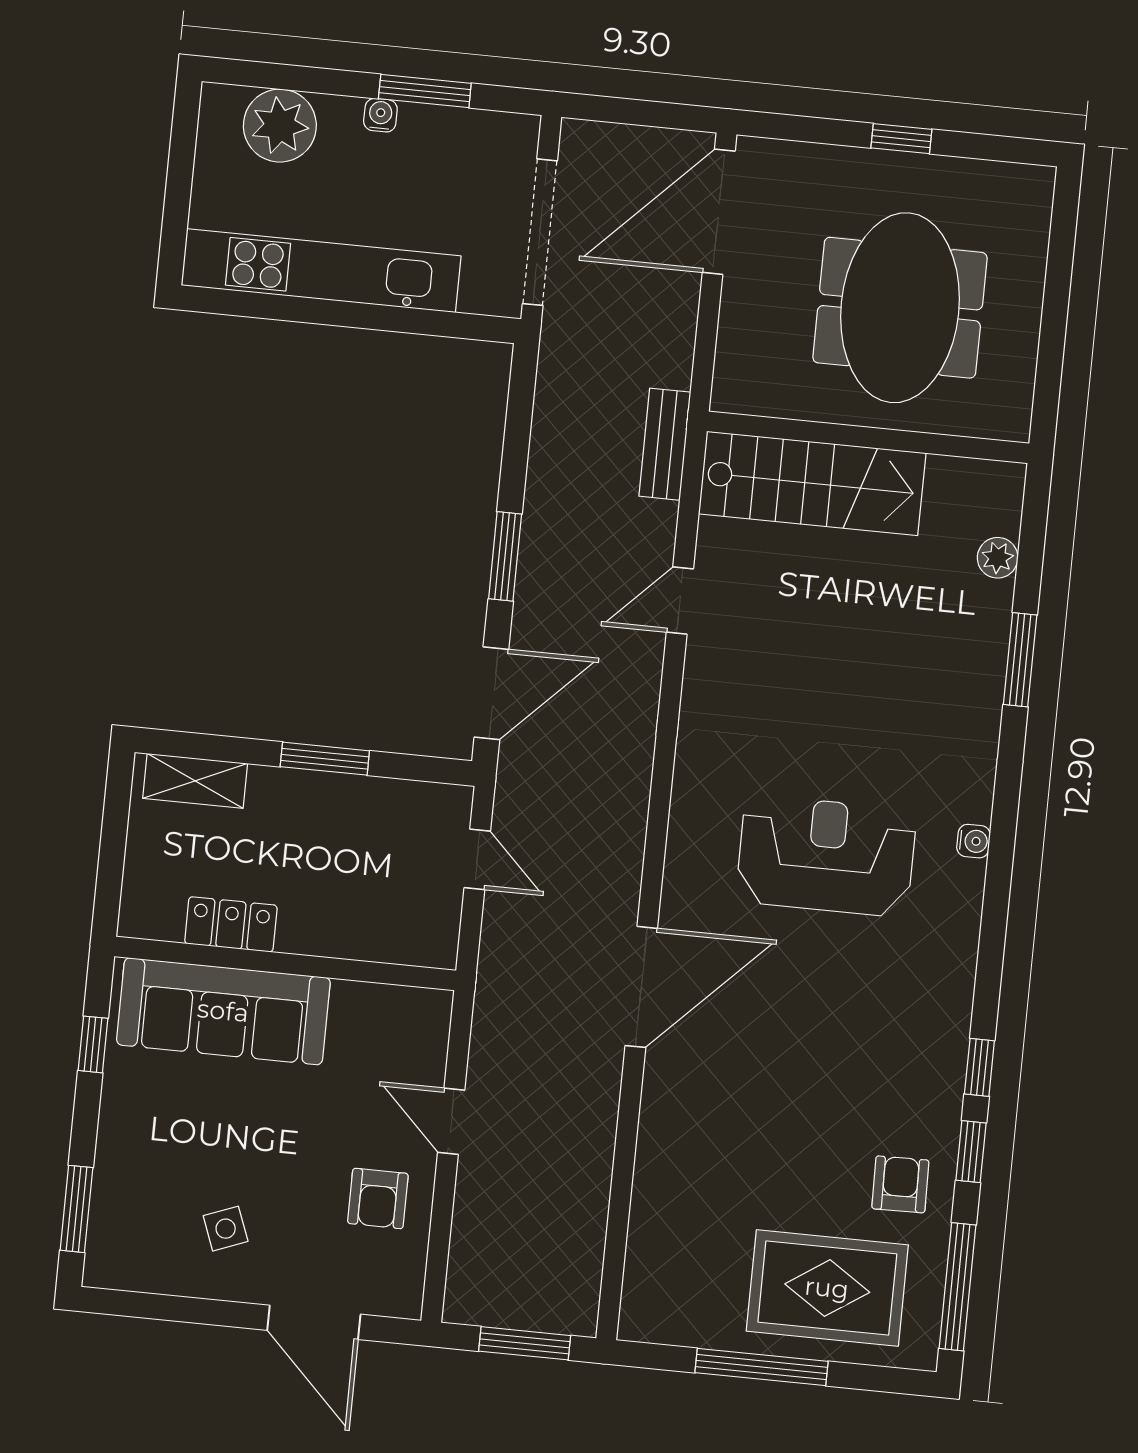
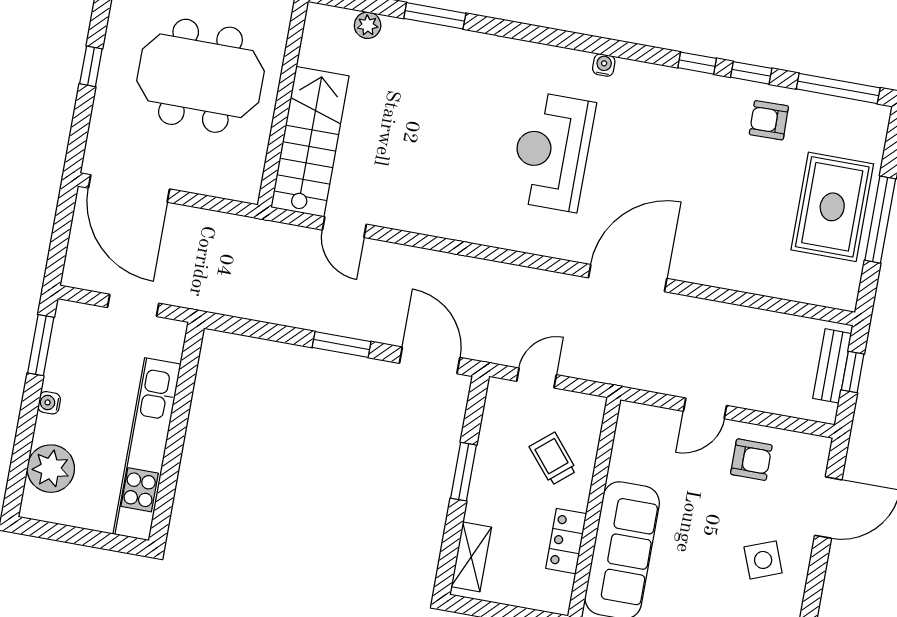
window: (425, 91) -> (41, 345), moved
doorway: (540, 232) -> (133, 305), width x0.53
bench: (665, 444) -> (832, 366), moved, turned 90
door: (680, 600) -> (344, 227), moved
water cooler: (974, 841) -> (604, 65), moved
trolley: (355, 894) -> (553, 459), added
door: (641, 987) -> (628, 278), hinge flipped
side table: (226, 1229) -> (763, 560), width x1.37, depth x1.37
rug: (827, 1288) -> (832, 207), moved
window: (525, 1343) -> (853, 372), width x0.67

